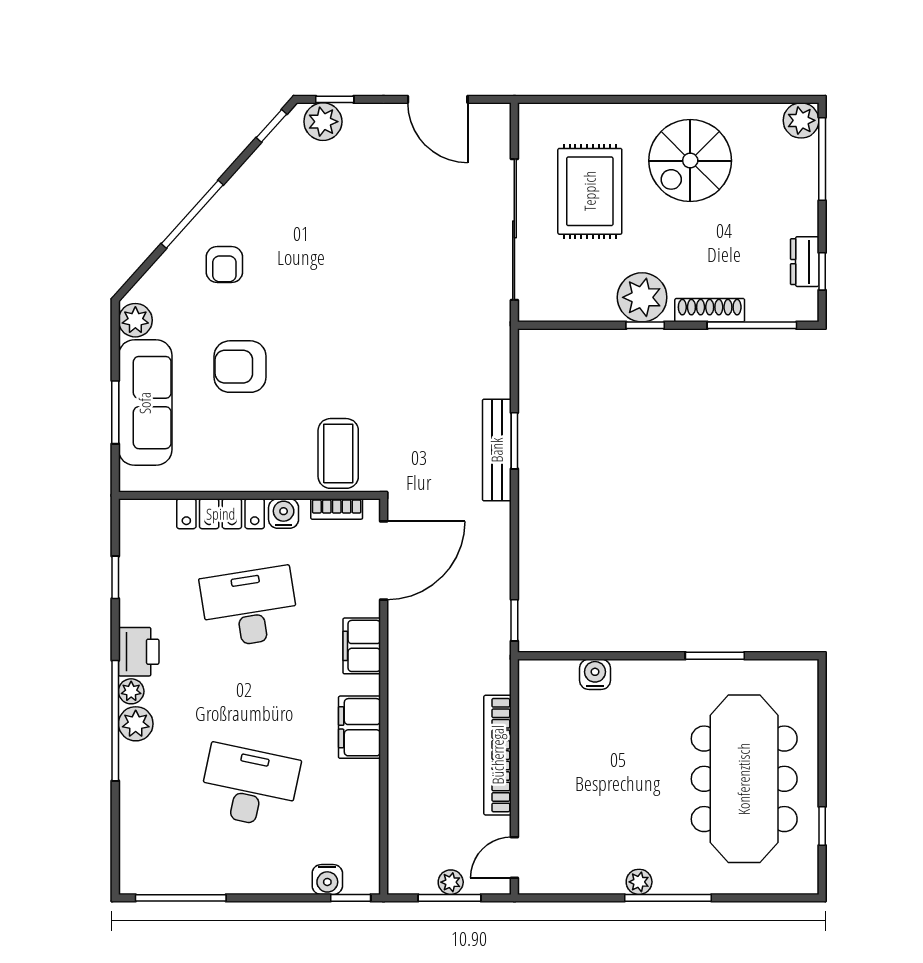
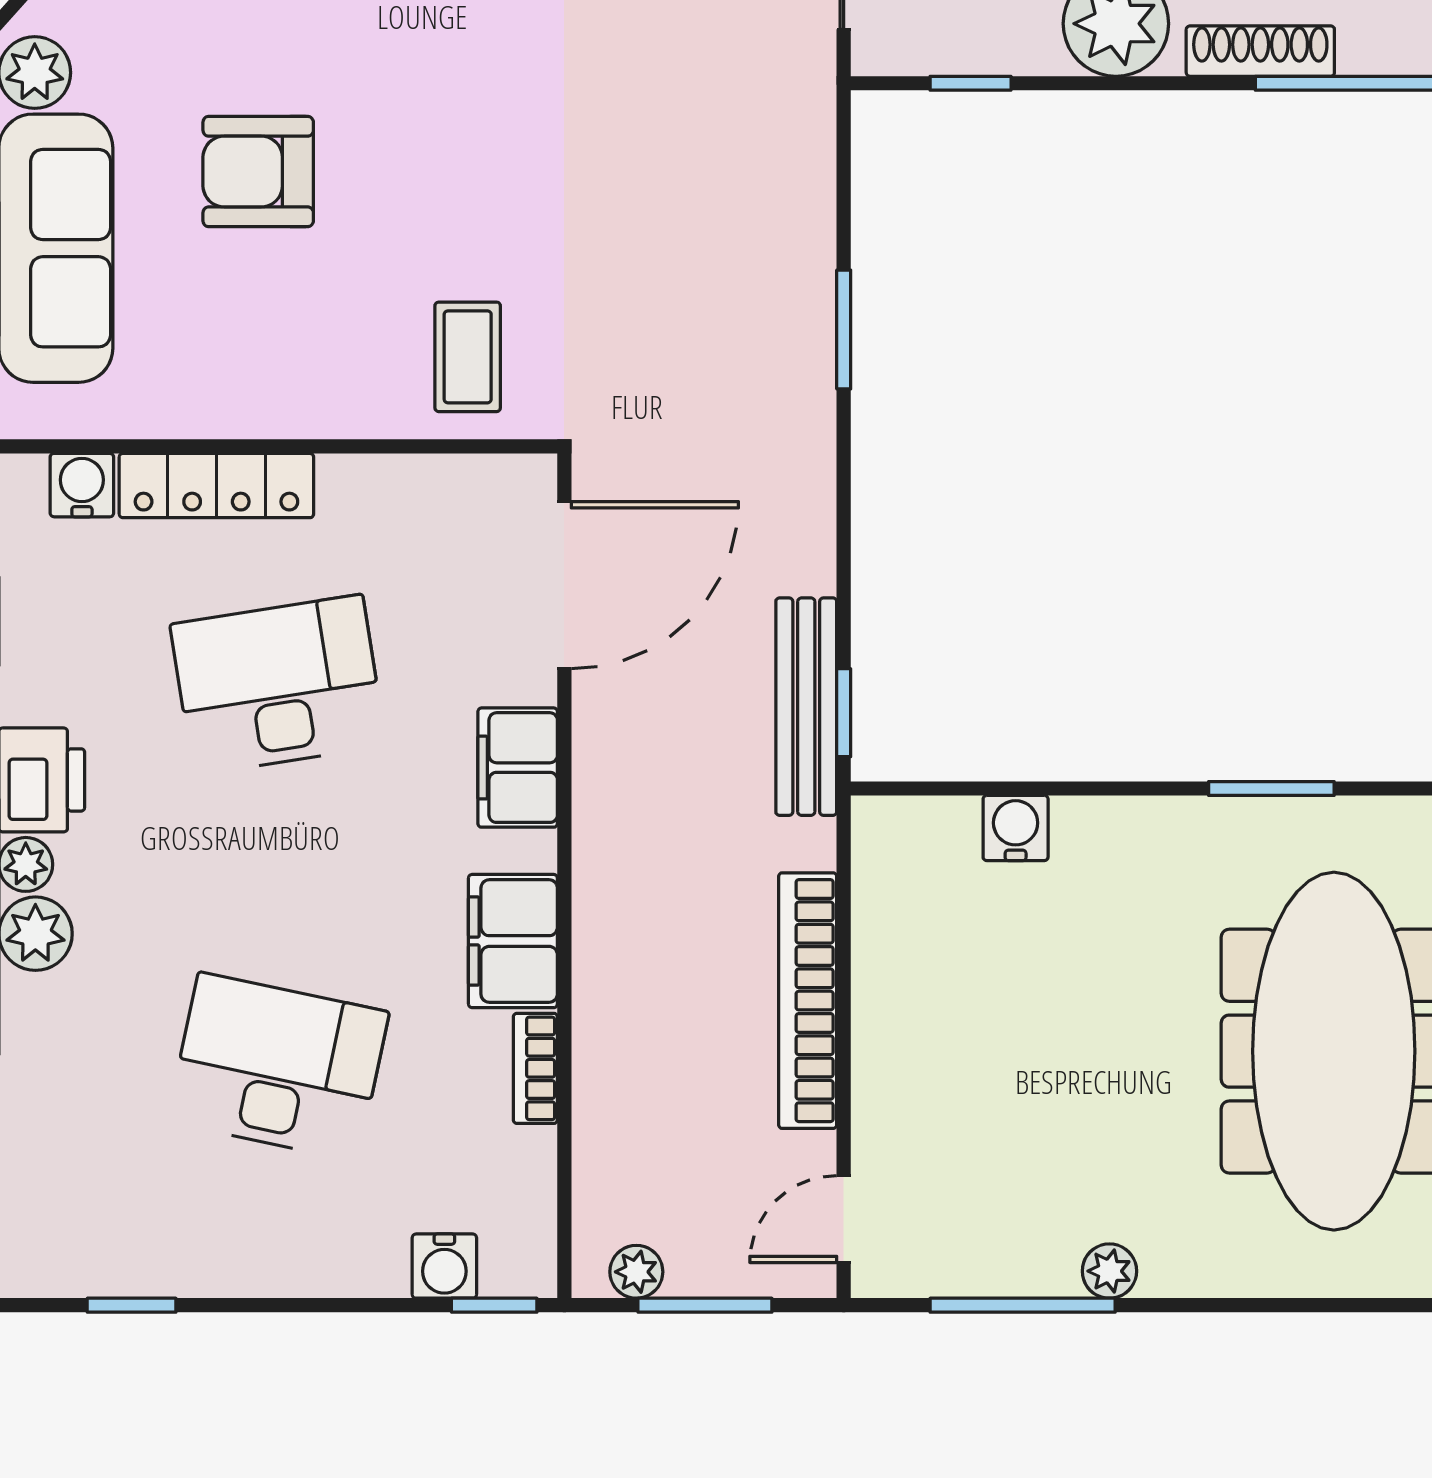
window: (645, 325) -> (971, 83), moved
bench: (497, 450) -> (806, 707), moved
coffee table: (338, 453) -> (468, 357), width x0.73, depth x0.77
bookcase: (337, 509) -> (535, 1068), moved, turned 90
water cooler: (284, 514) -> (82, 485), moved
plant: (451, 882) -> (636, 1272), moved
window: (181, 898) -> (132, 1305), width x0.46
window: (668, 898) -> (1023, 1305), moved

